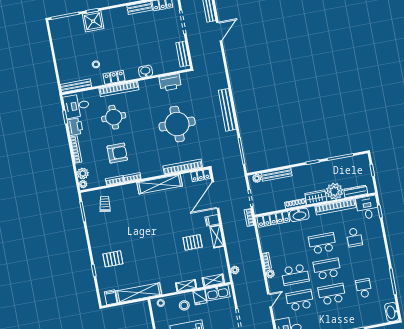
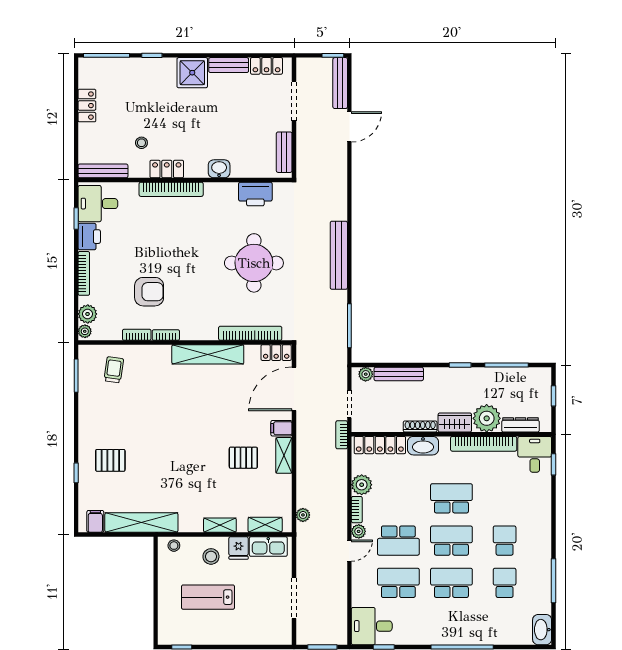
shower: (93, 21) -> (192, 73), moved
locker: (59, 48) -> (87, 106), added
round table: (114, 117) -> (154, 233), removed
school desk: (354, 237) -> (505, 541), moved, turned 180
plant: (267, 245) -> (362, 485), added
door: (269, 300) -> (349, 551), moved

